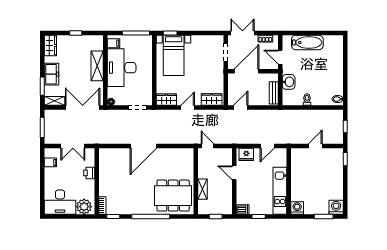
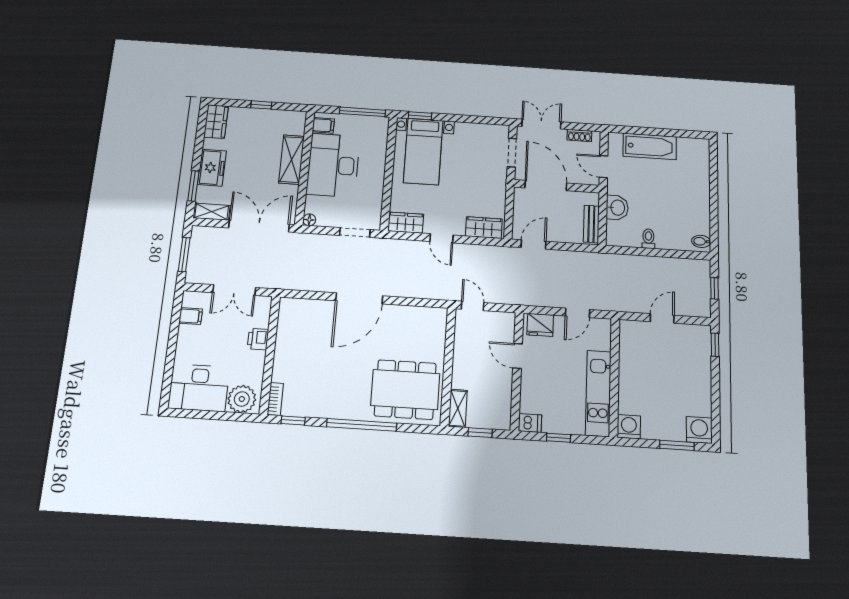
door: (246, 71) -> (546, 186), hinge flipped
door: (188, 108) -> (441, 238), swing flipped
shelving: (203, 189) -> (458, 408), moved

